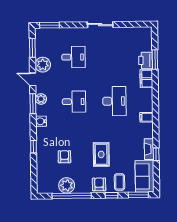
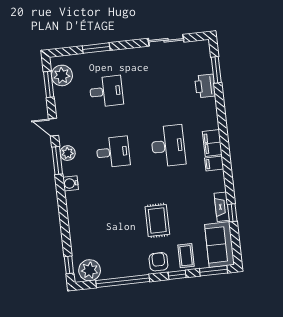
window: (49, 25) -> (96, 48), moved
sliding door: (100, 25) -> (166, 40), moved
window: (155, 59) -> (216, 70), moved
plant: (43, 65) -> (62, 75), moved
filing cabinet: (146, 79) -> (212, 143), moved
window: (34, 147) -> (69, 265), moved
armchair: (64, 157) -> (107, 229), removed
plant: (67, 185) -> (90, 270), moved

